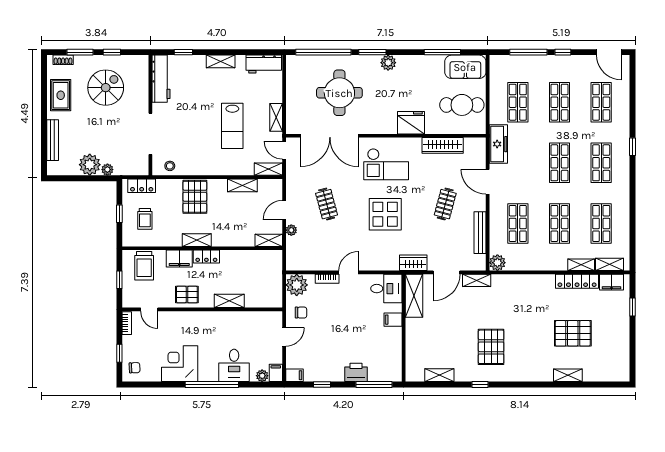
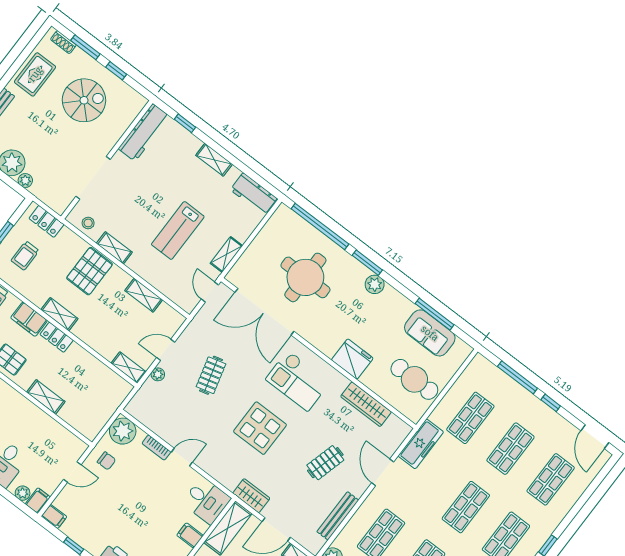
sofa: (465, 67) -> (430, 333), moved
shelving: (268, 169) -> (114, 248), moved

